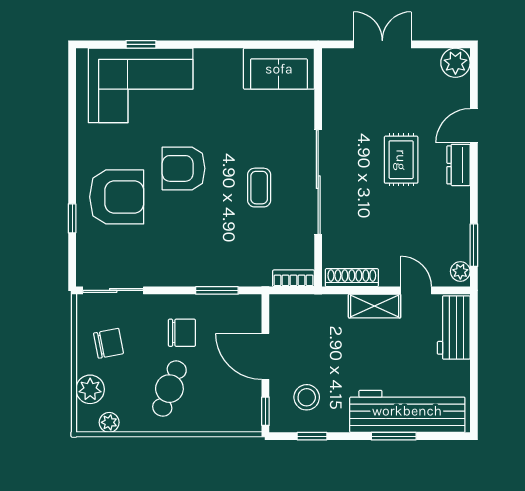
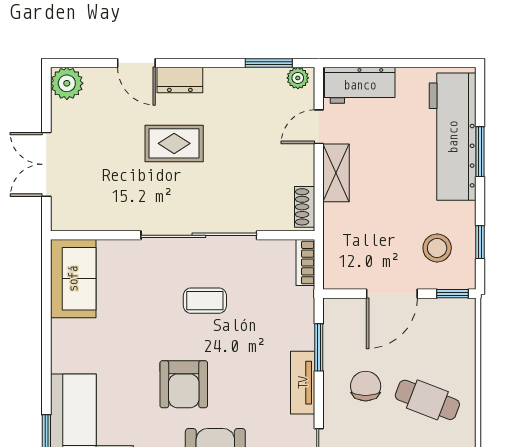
tv unit: (185, 276) -> (303, 383), added
shoe rack: (352, 278) -> (305, 207), width x0.70

